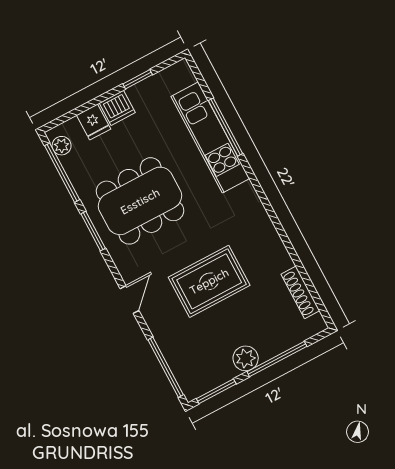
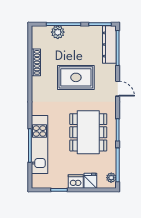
dining table: (140, 201) -> (88, 132), turned 90
shoe rack: (300, 292) -> (36, 62), moved
door: (130, 300) -> (118, 89), swing flipped
plant: (246, 358) -> (58, 32), moved
dresser: (182, 366) -> (109, 45), added

